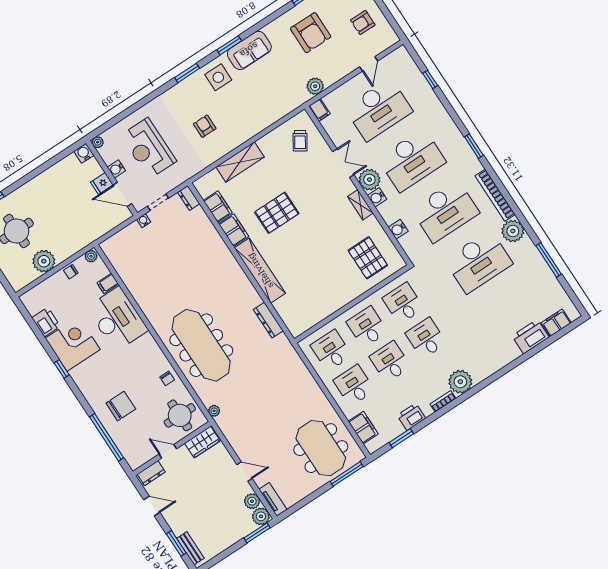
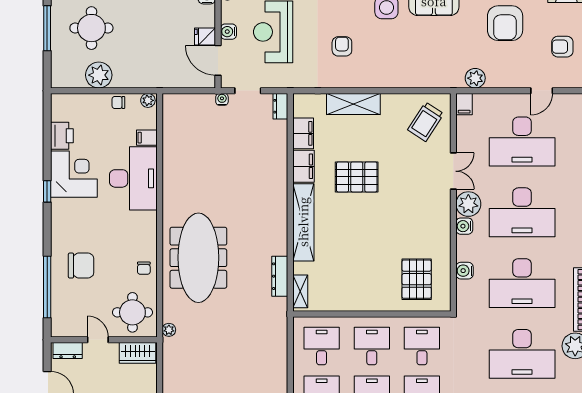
trolley: (300, 141) -> (426, 122), width x1.36, depth x1.39
shelving: (360, 205) -> (300, 291), moved

